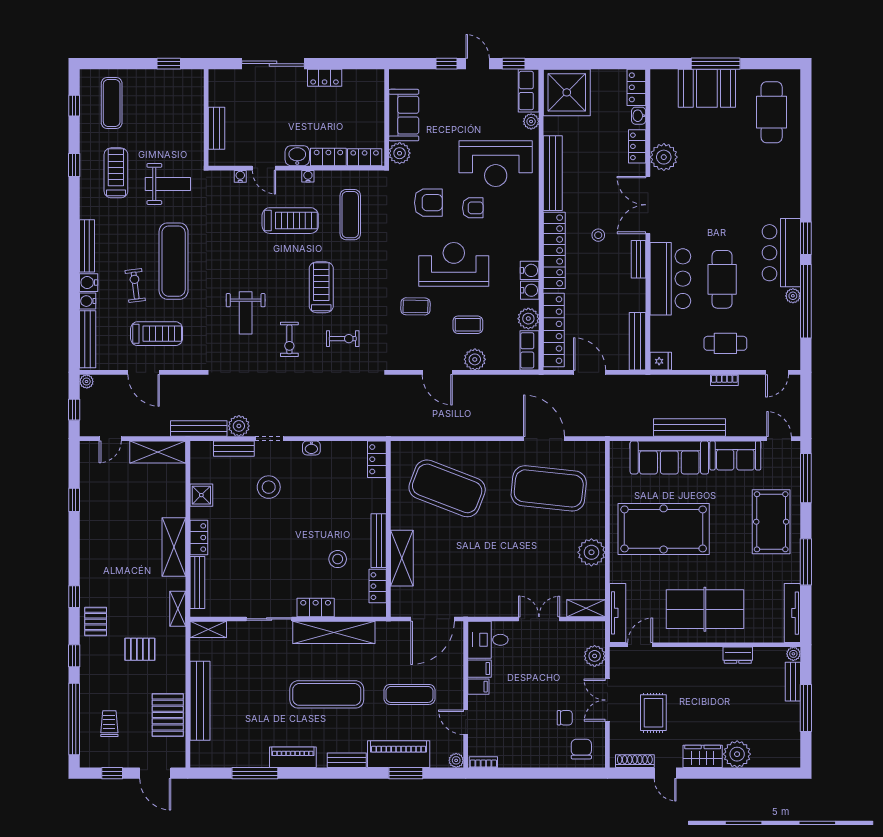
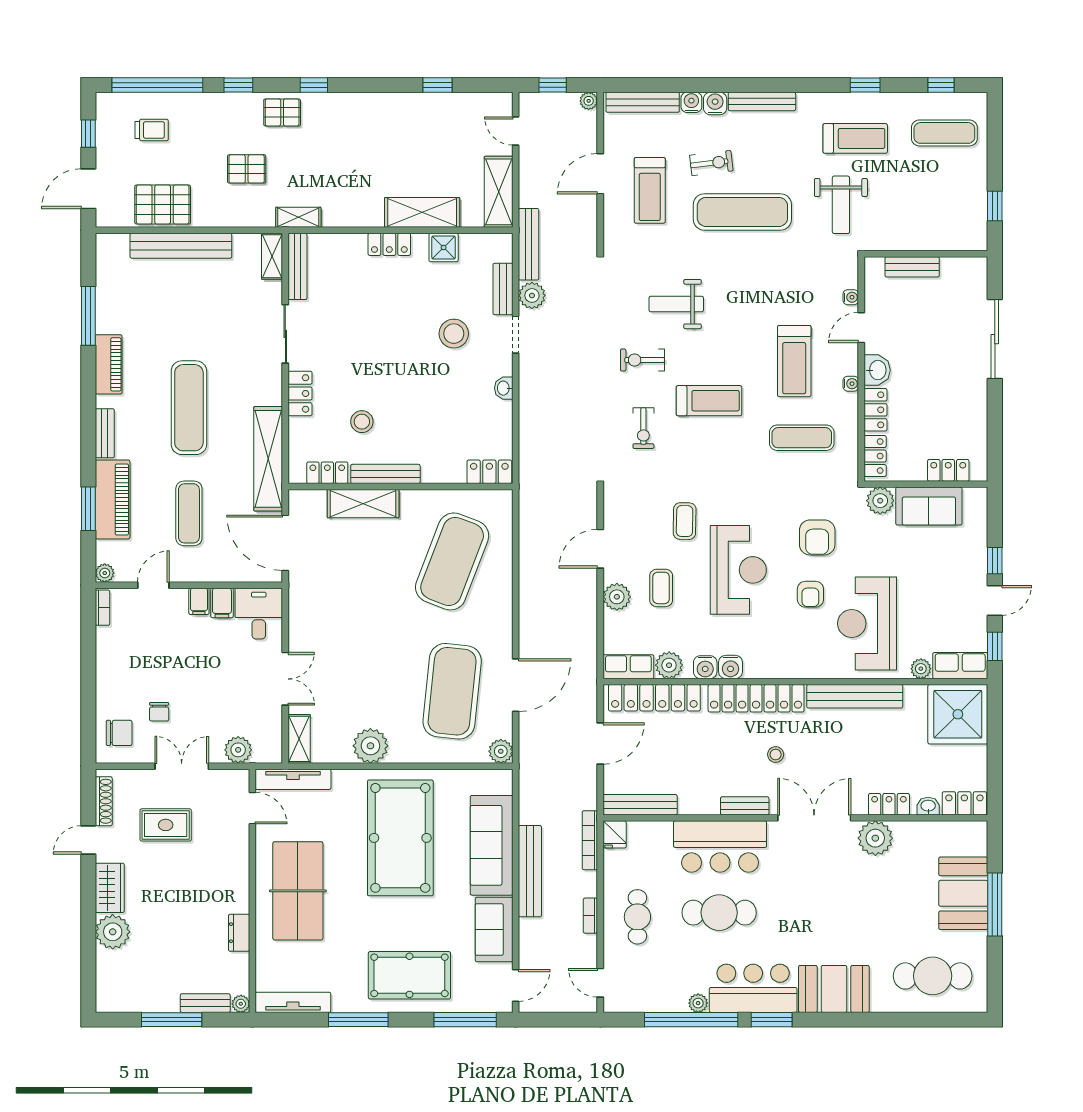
locker: (325, 78) -> (948, 470), moved, turned 90
booth: (782, 189) -> (834, 989), added
bookcase: (665, 381) -> (590, 840), added
plant: (596, 450) -> (501, 751), added
shelving: (174, 547) -> (422, 212), moved
bench: (197, 583) -> (297, 266), moved, turned 90
shelving: (334, 632) -> (268, 459), moved
pallet: (140, 649) -> (247, 169), turned 90

